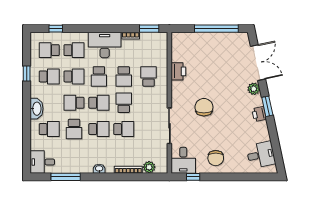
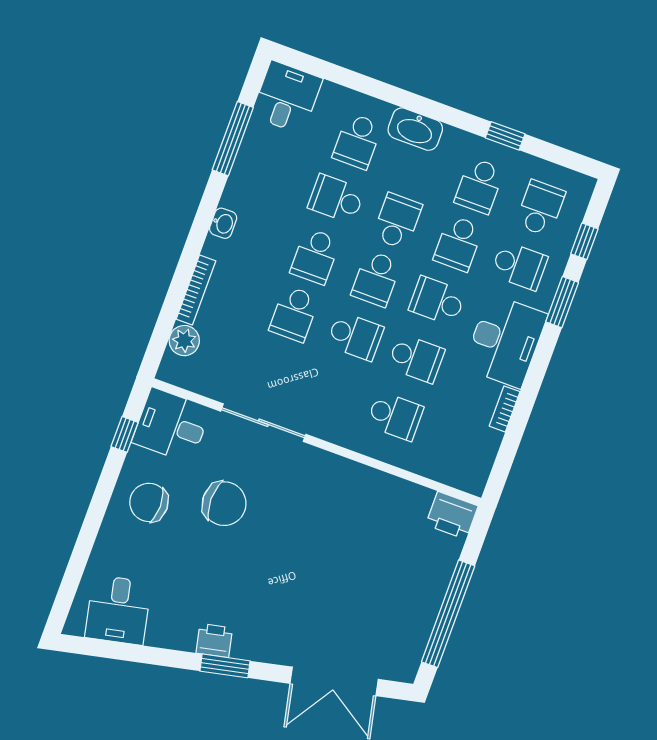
window: (149, 29) -> (562, 302), moved
school desk: (74, 50) -> (519, 266), turned -90
printer: (178, 71) -> (452, 515), moved
school desk: (124, 76) -> (416, 359), turned 180
plant: (254, 89) -> (277, 649), removed
chair: (204, 107) -> (224, 504), moved

